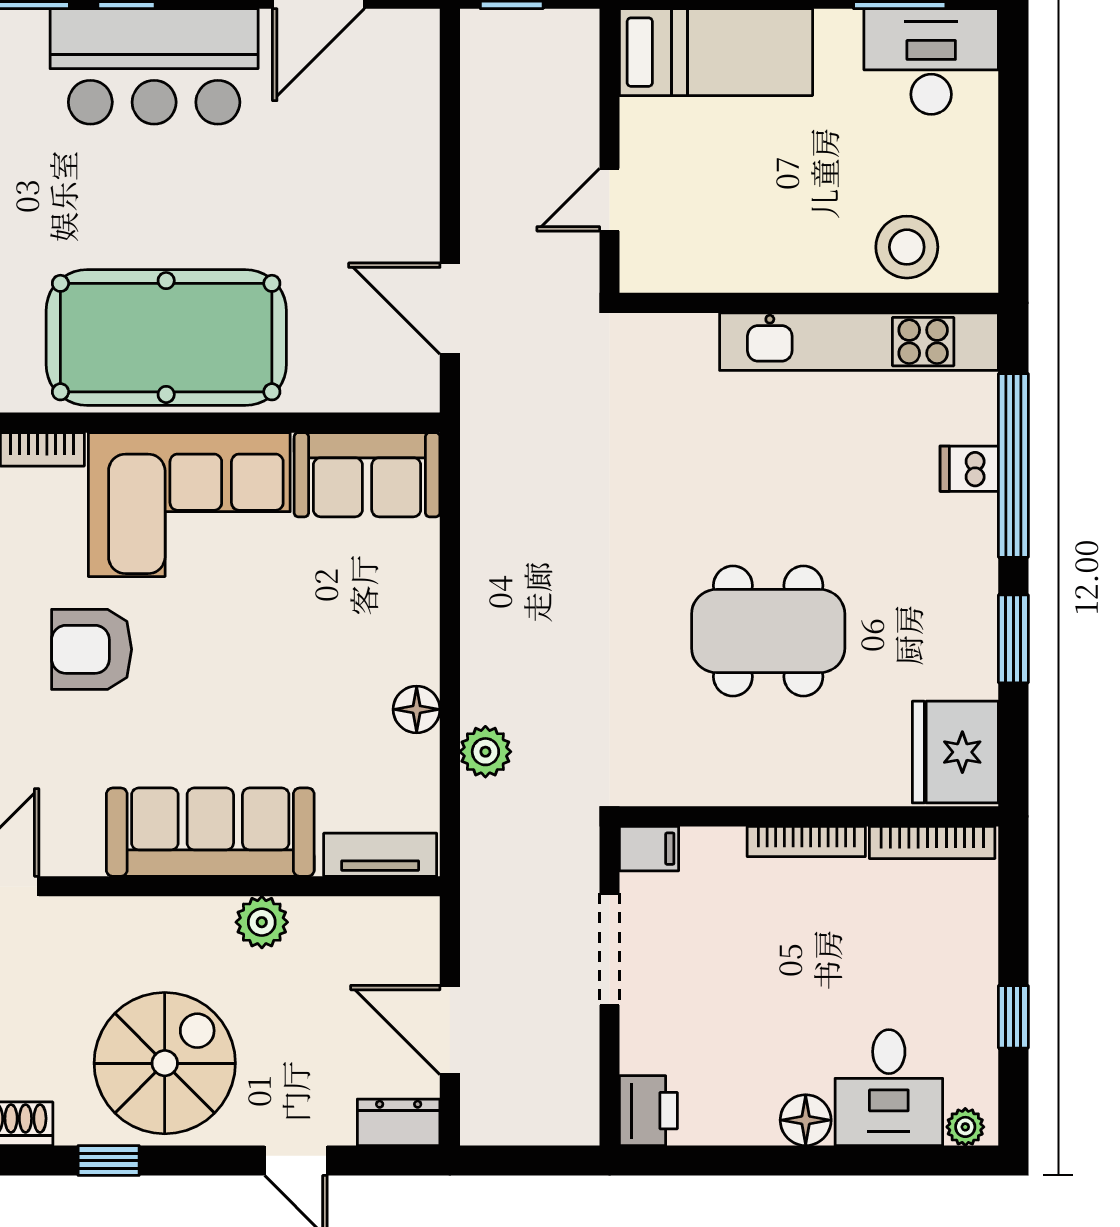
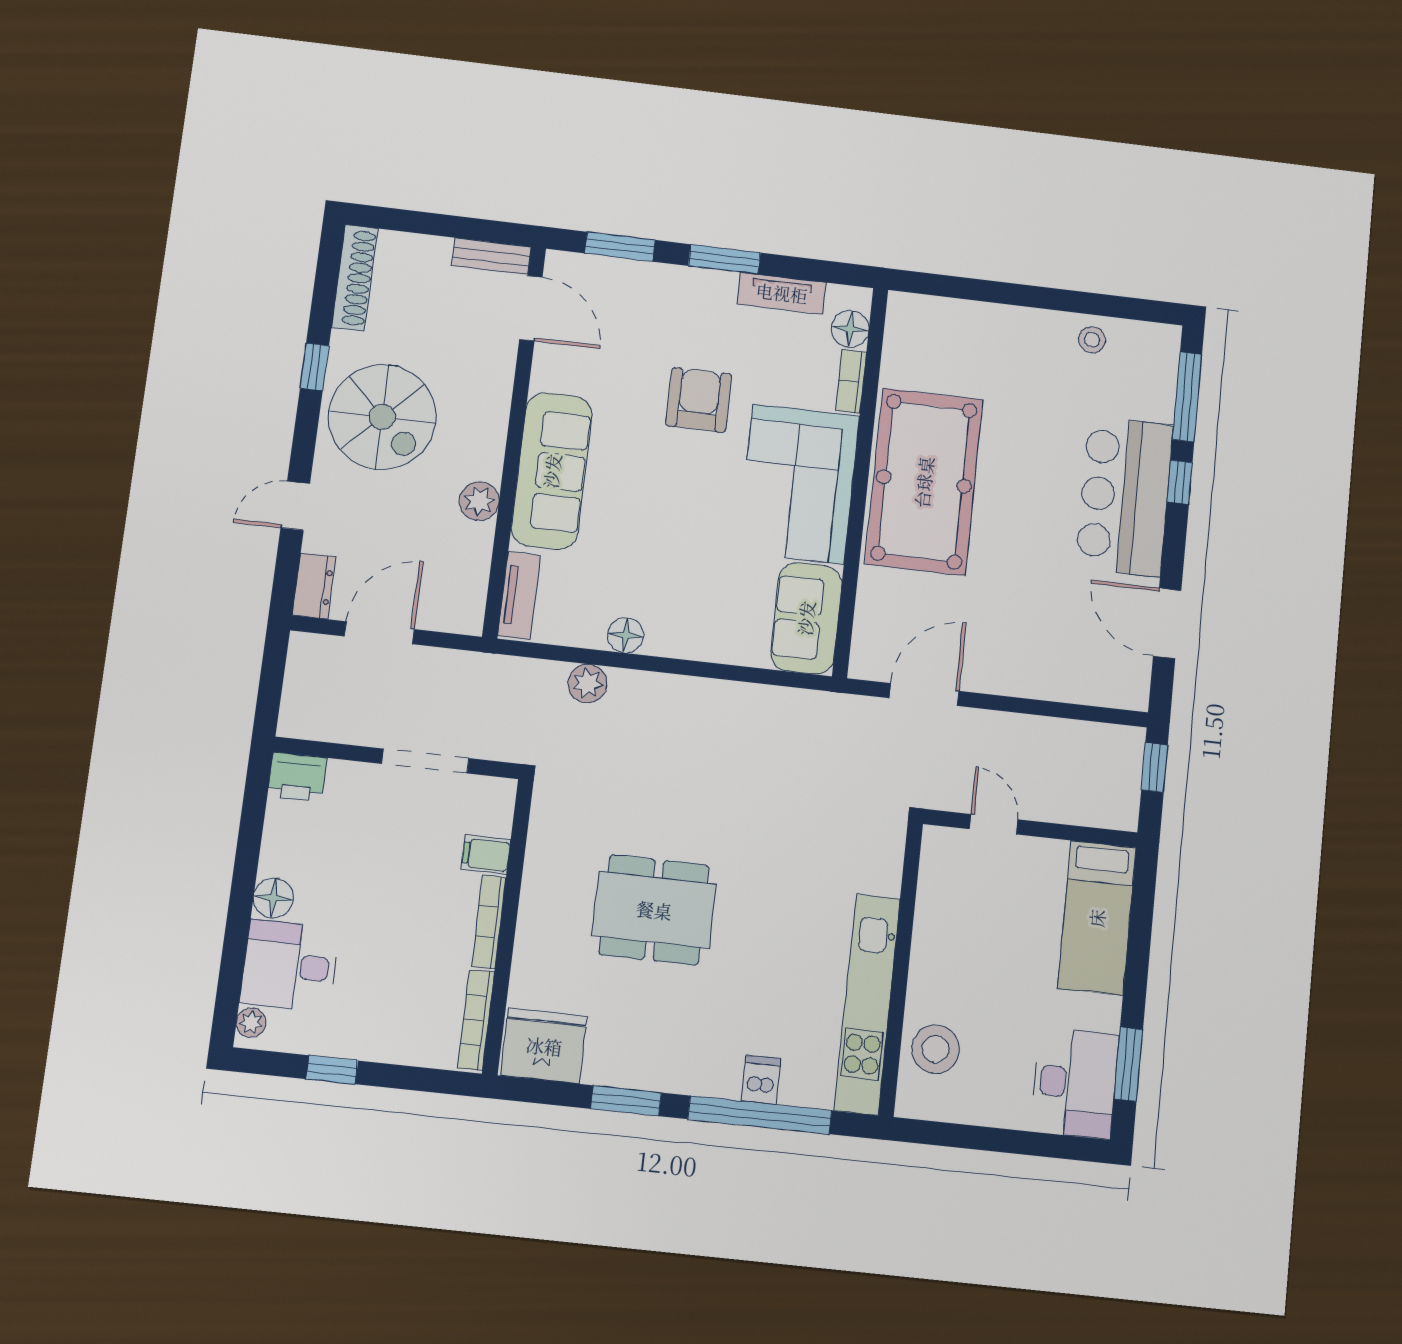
dining table: (768, 631) -> (654, 910), turned 90
filing cabinet: (649, 849) -> (486, 855), moved, turned 90

